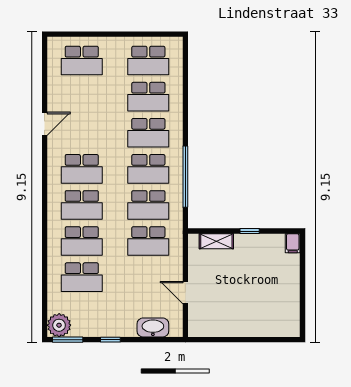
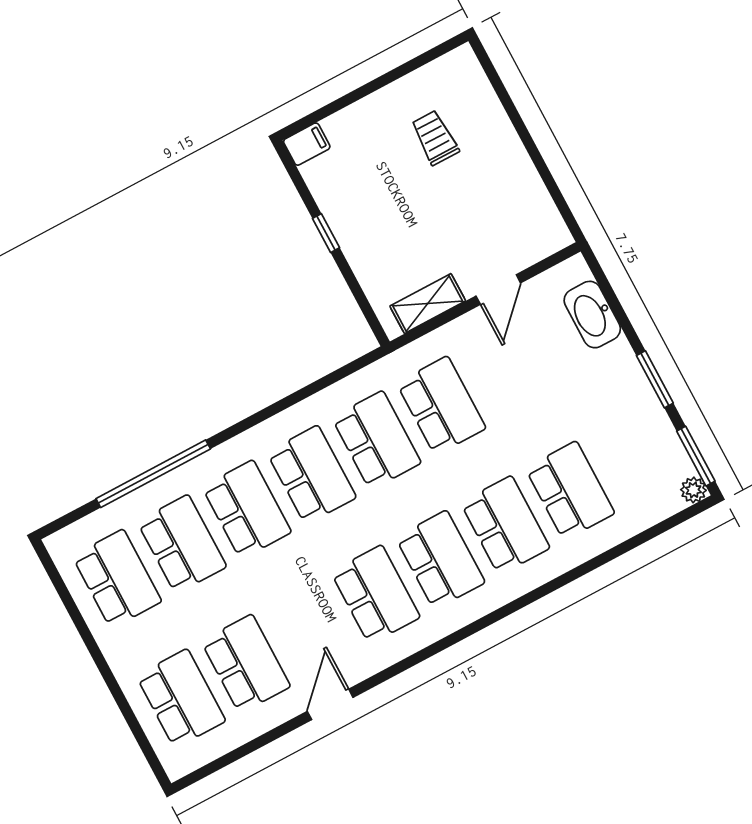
school desk: (82, 97) -> (246, 664), added
door: (45, 124) -> (330, 704), hinge flipped
window: (185, 177) -> (153, 474), moved
shelving: (216, 241) -> (428, 304), moved, turned 90
trolley: (266, 300) -> (435, 138), added
plant: (59, 325) -> (693, 490), width x0.53, depth x0.53
window: (110, 340) -> (655, 379), width x1.50

